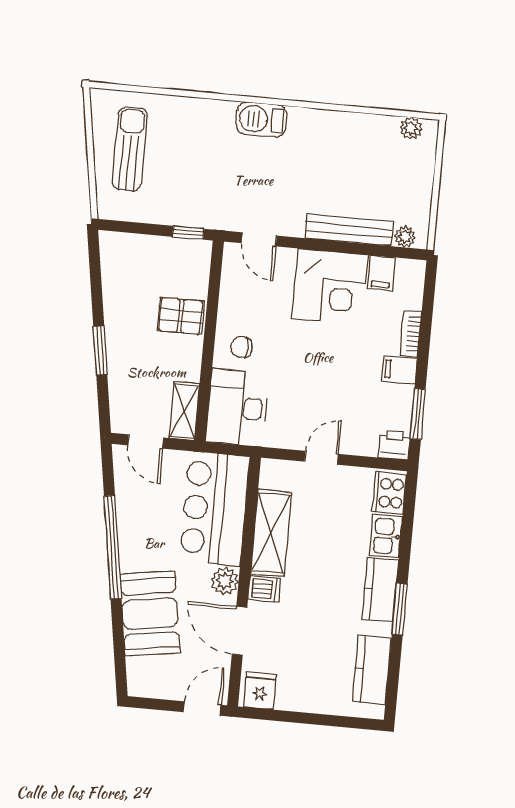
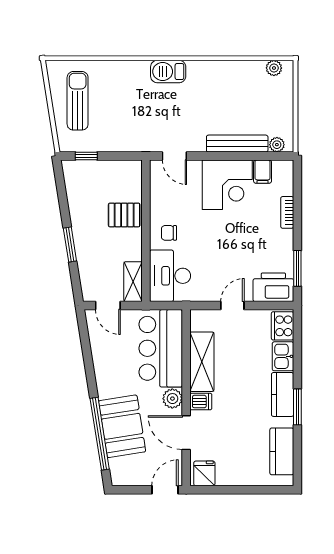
window: (188, 233) -> (86, 156), moved
filing cabinet: (400, 370) -> (282, 239), removed
printer: (394, 445) -> (273, 287), width x1.87, depth x1.48
window: (113, 547) -> (100, 434), moved

